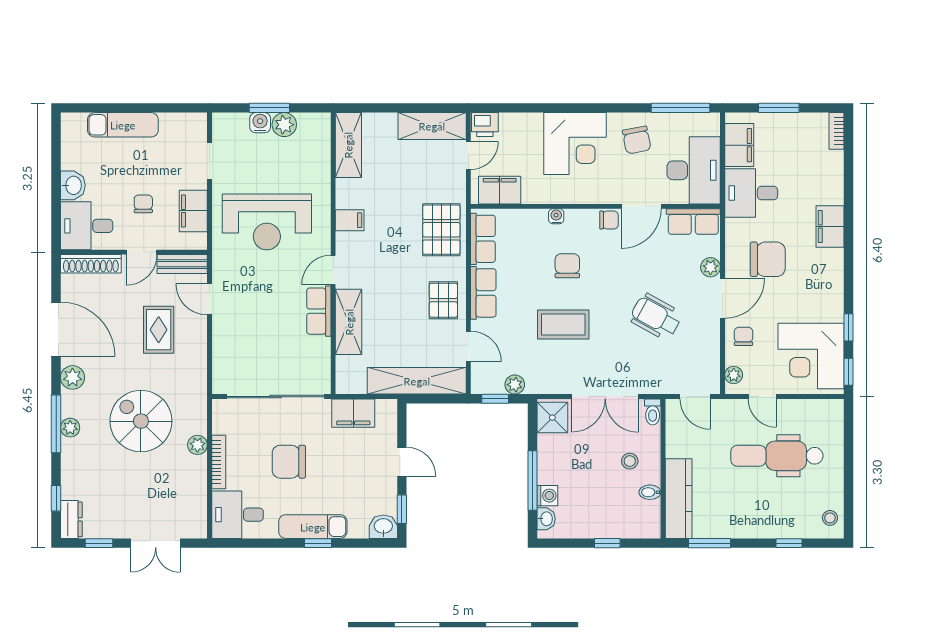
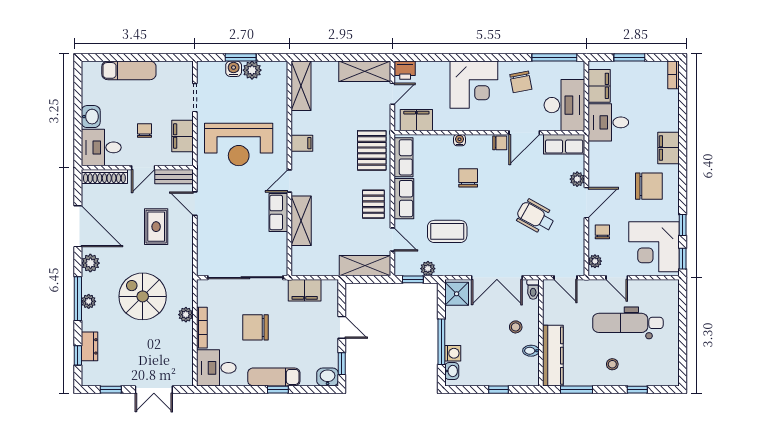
chair: (768, 259) -> (649, 186), moved
coffee table: (563, 325) -> (447, 231), moved
shelving: (417, 381) -> (365, 266), width x0.68
stool: (830, 518) -> (612, 364), moved
dresser: (71, 519) -> (90, 346), moved

